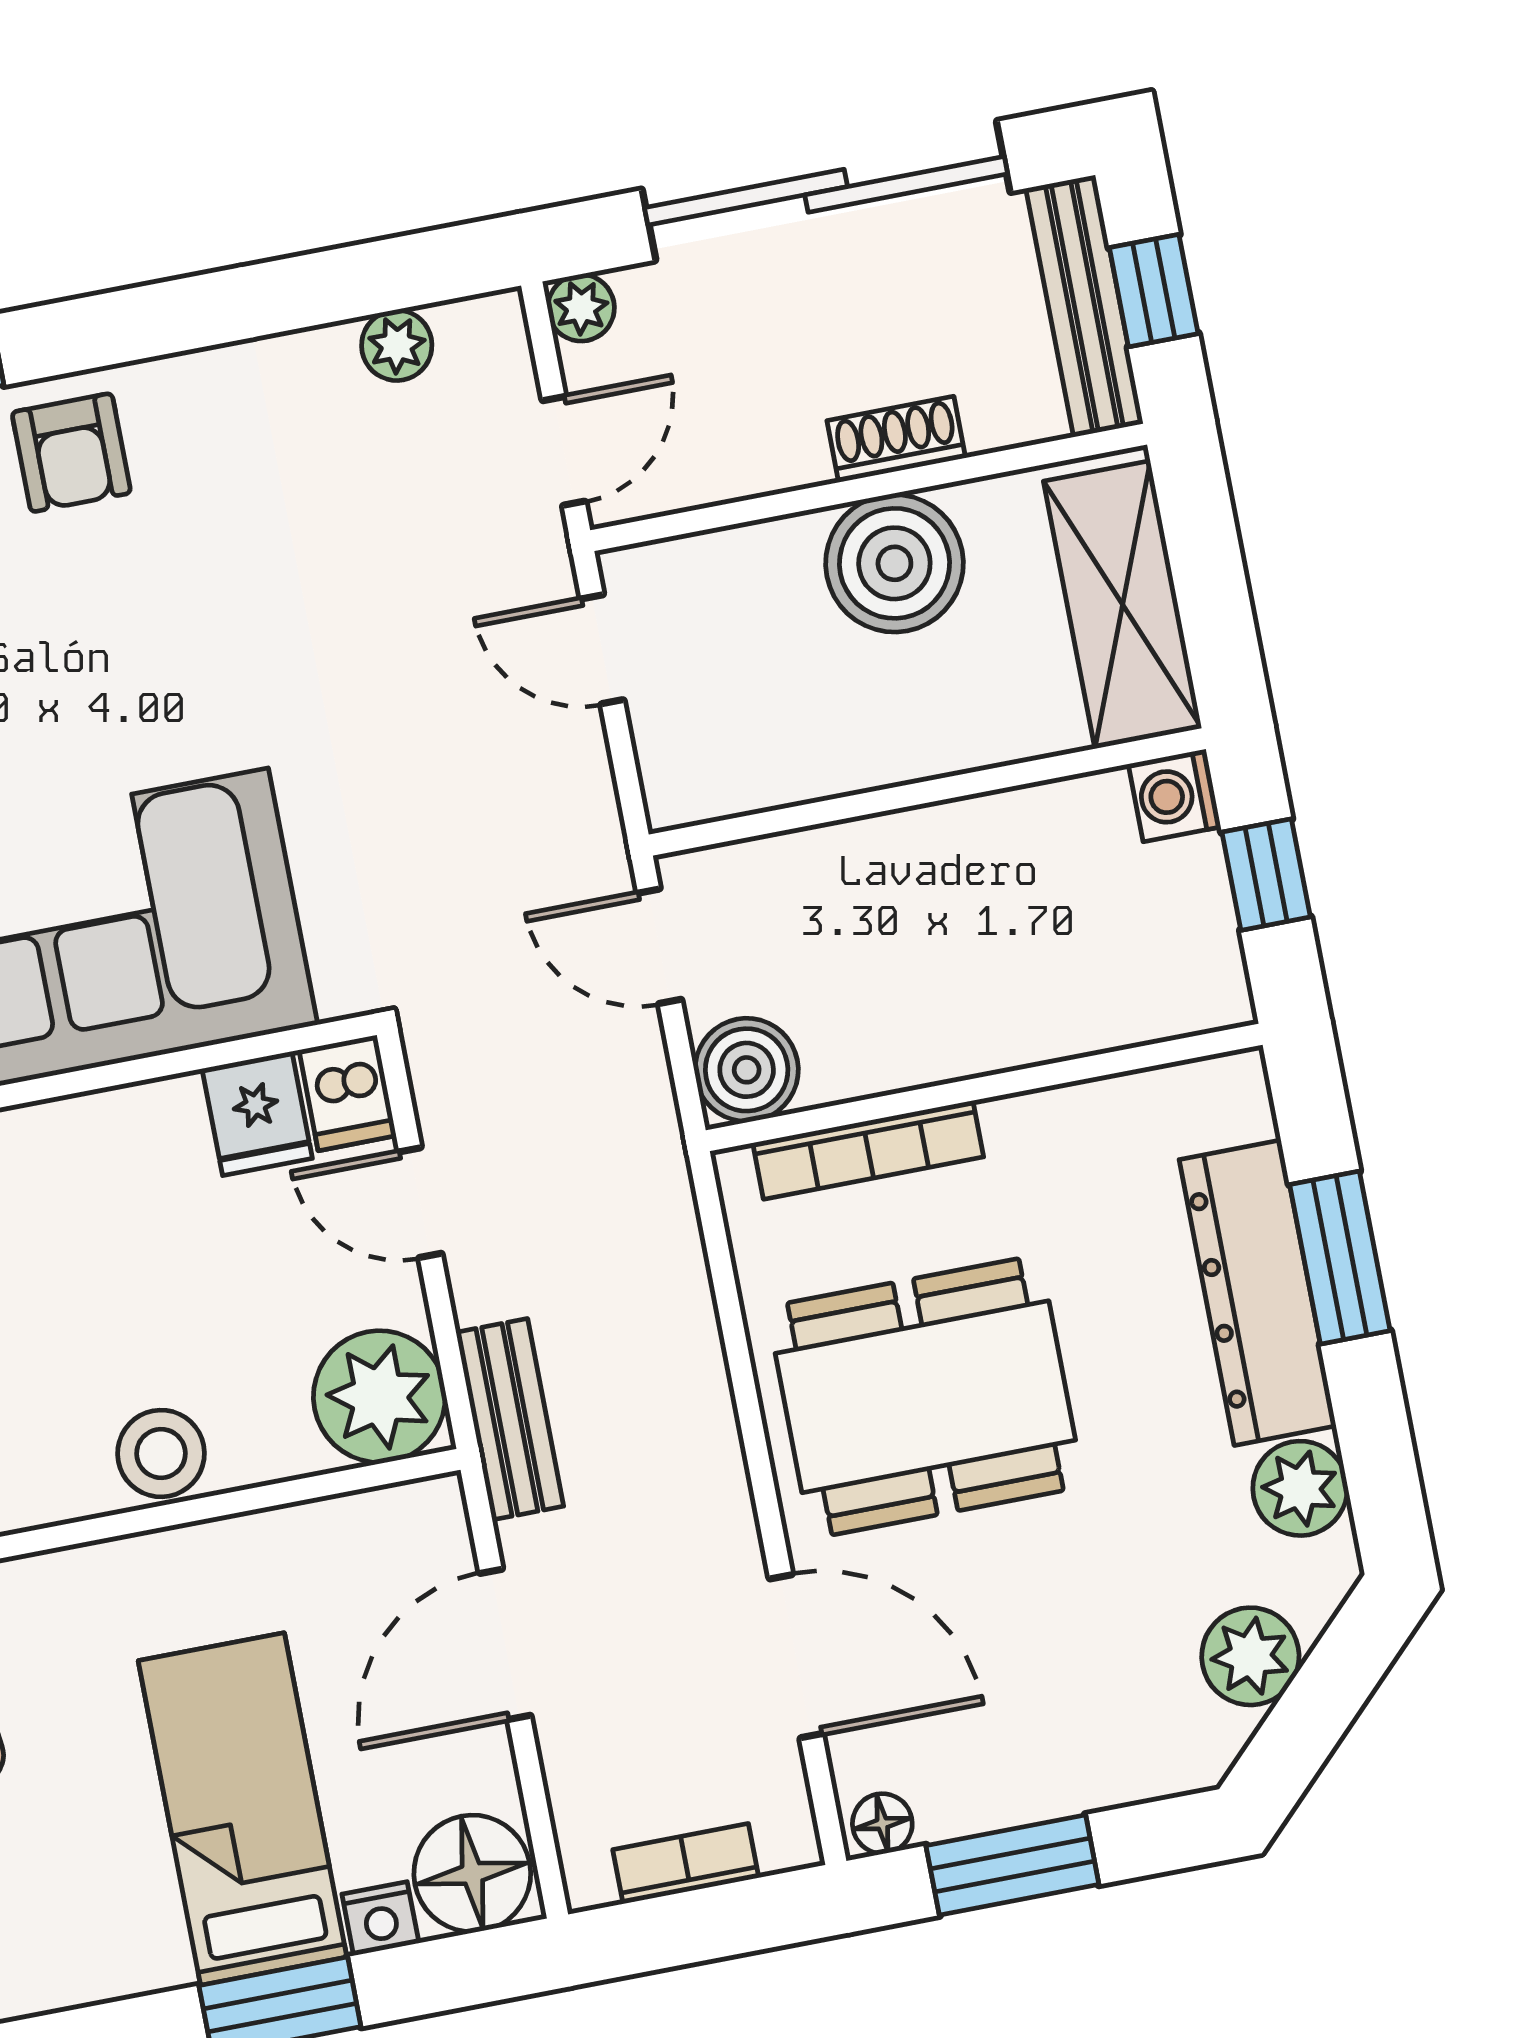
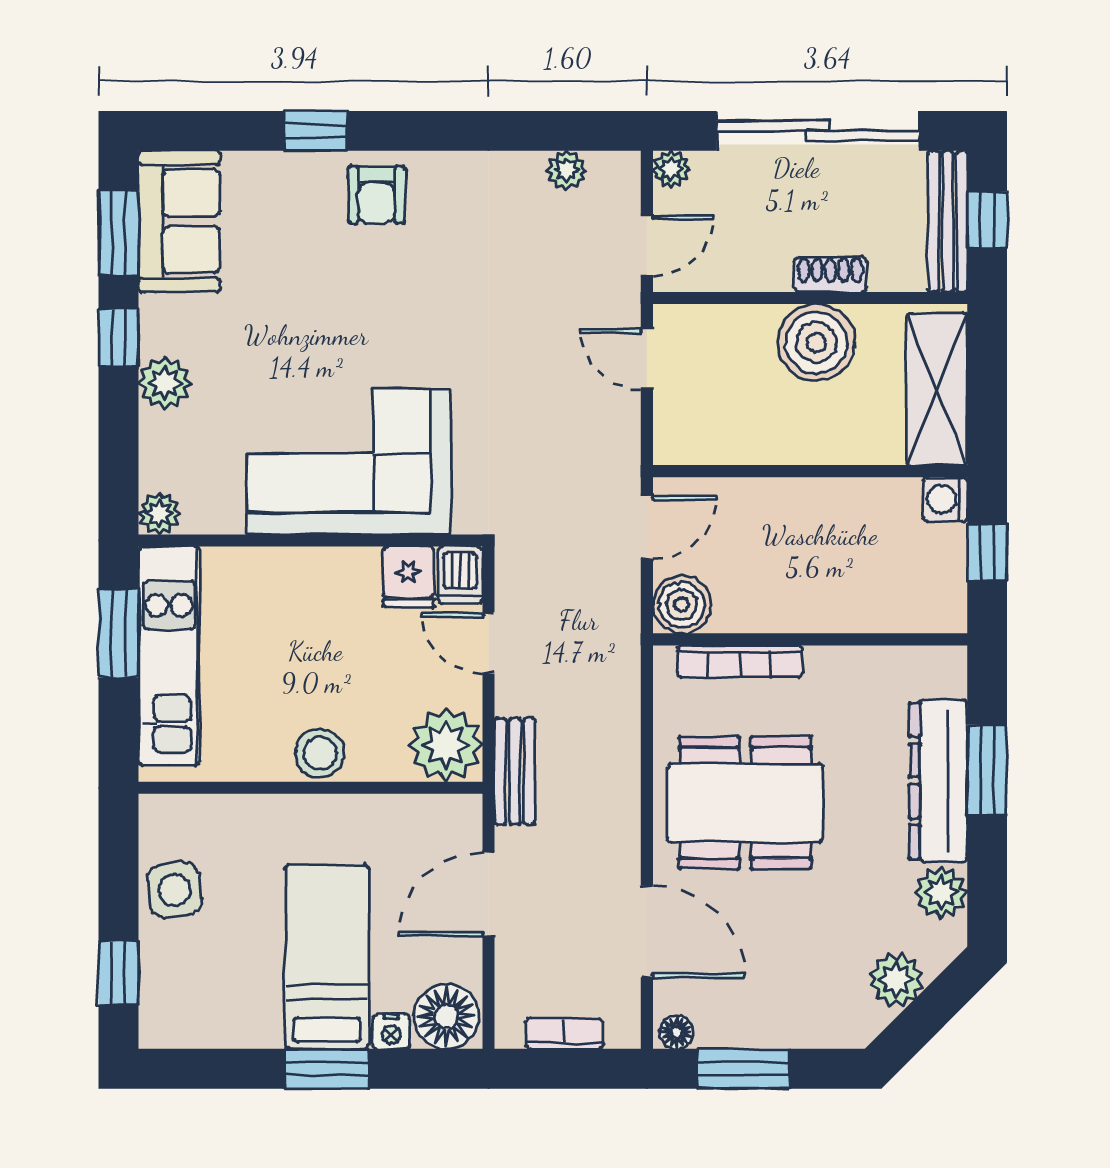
door: (659, 946) -> (647, 528), swing flipped

